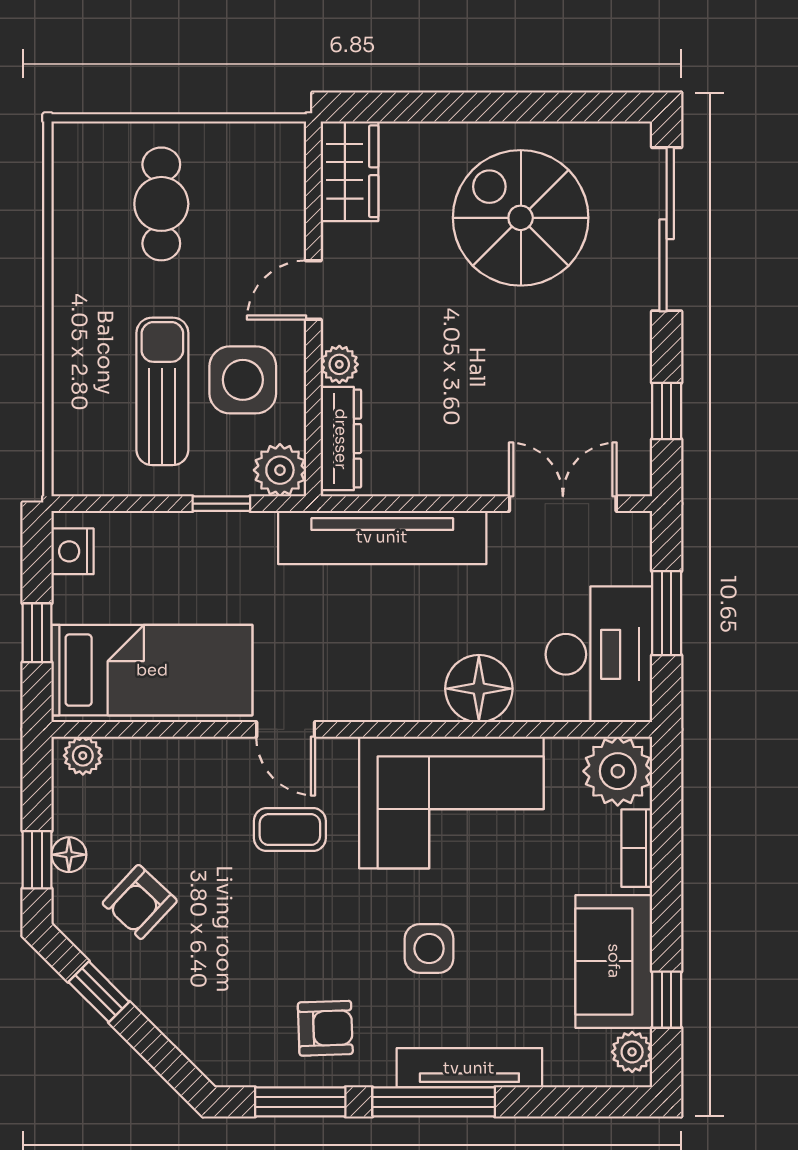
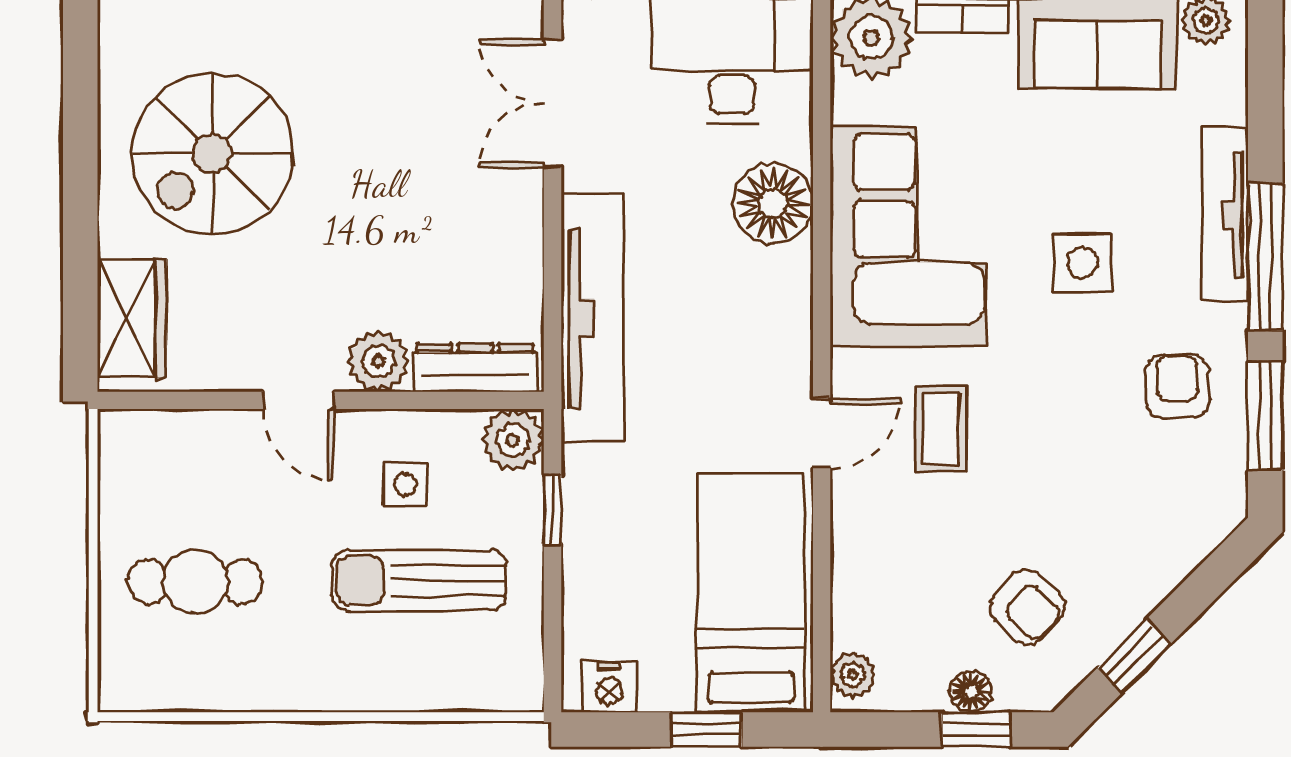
wardrobe: (349, 171) -> (132, 318), moved, turned 90
plant: (339, 364) -> (378, 361), width x1.38, depth x1.38
side table: (243, 380) -> (405, 484), width x0.54, depth x0.54

